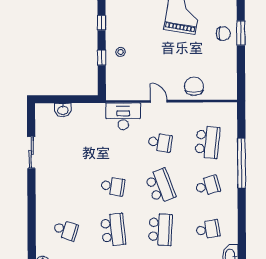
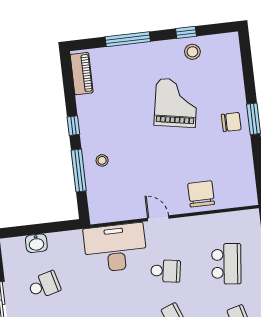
window: (102, 58) -> (79, 171), width x2.17
desk: (123, 116) -> (115, 248), width x1.36, depth x1.30
school desk: (65, 143) -> (44, 285), added

